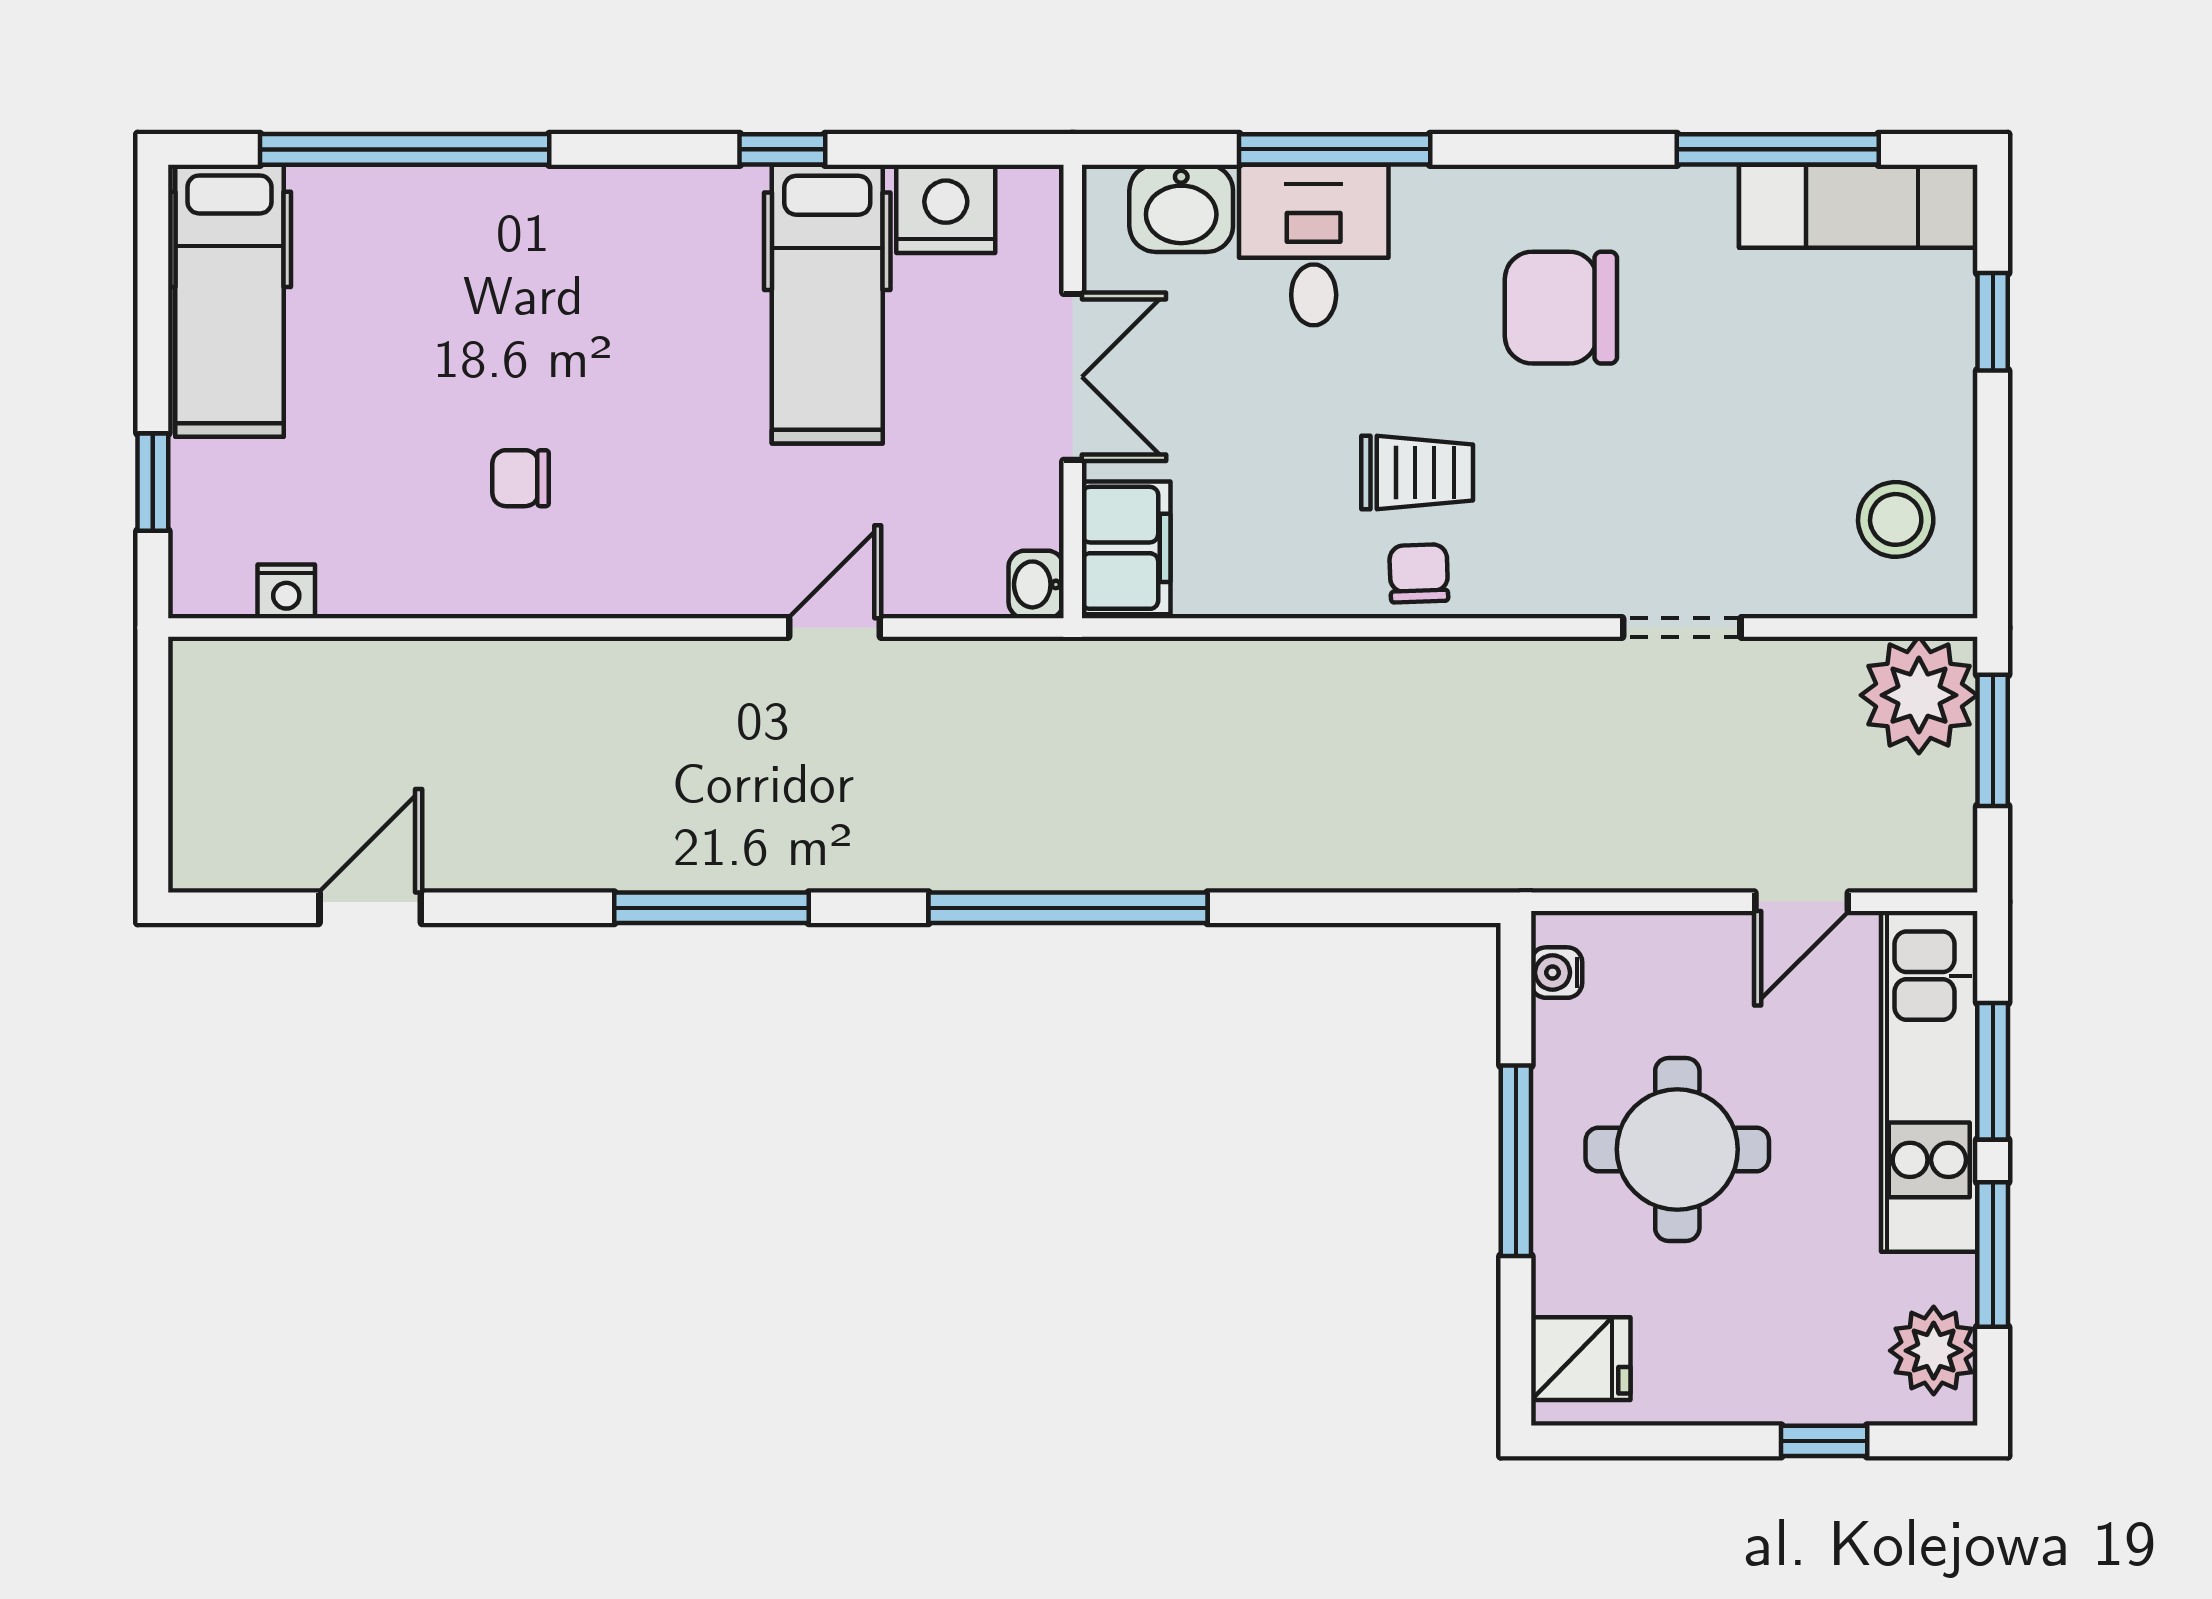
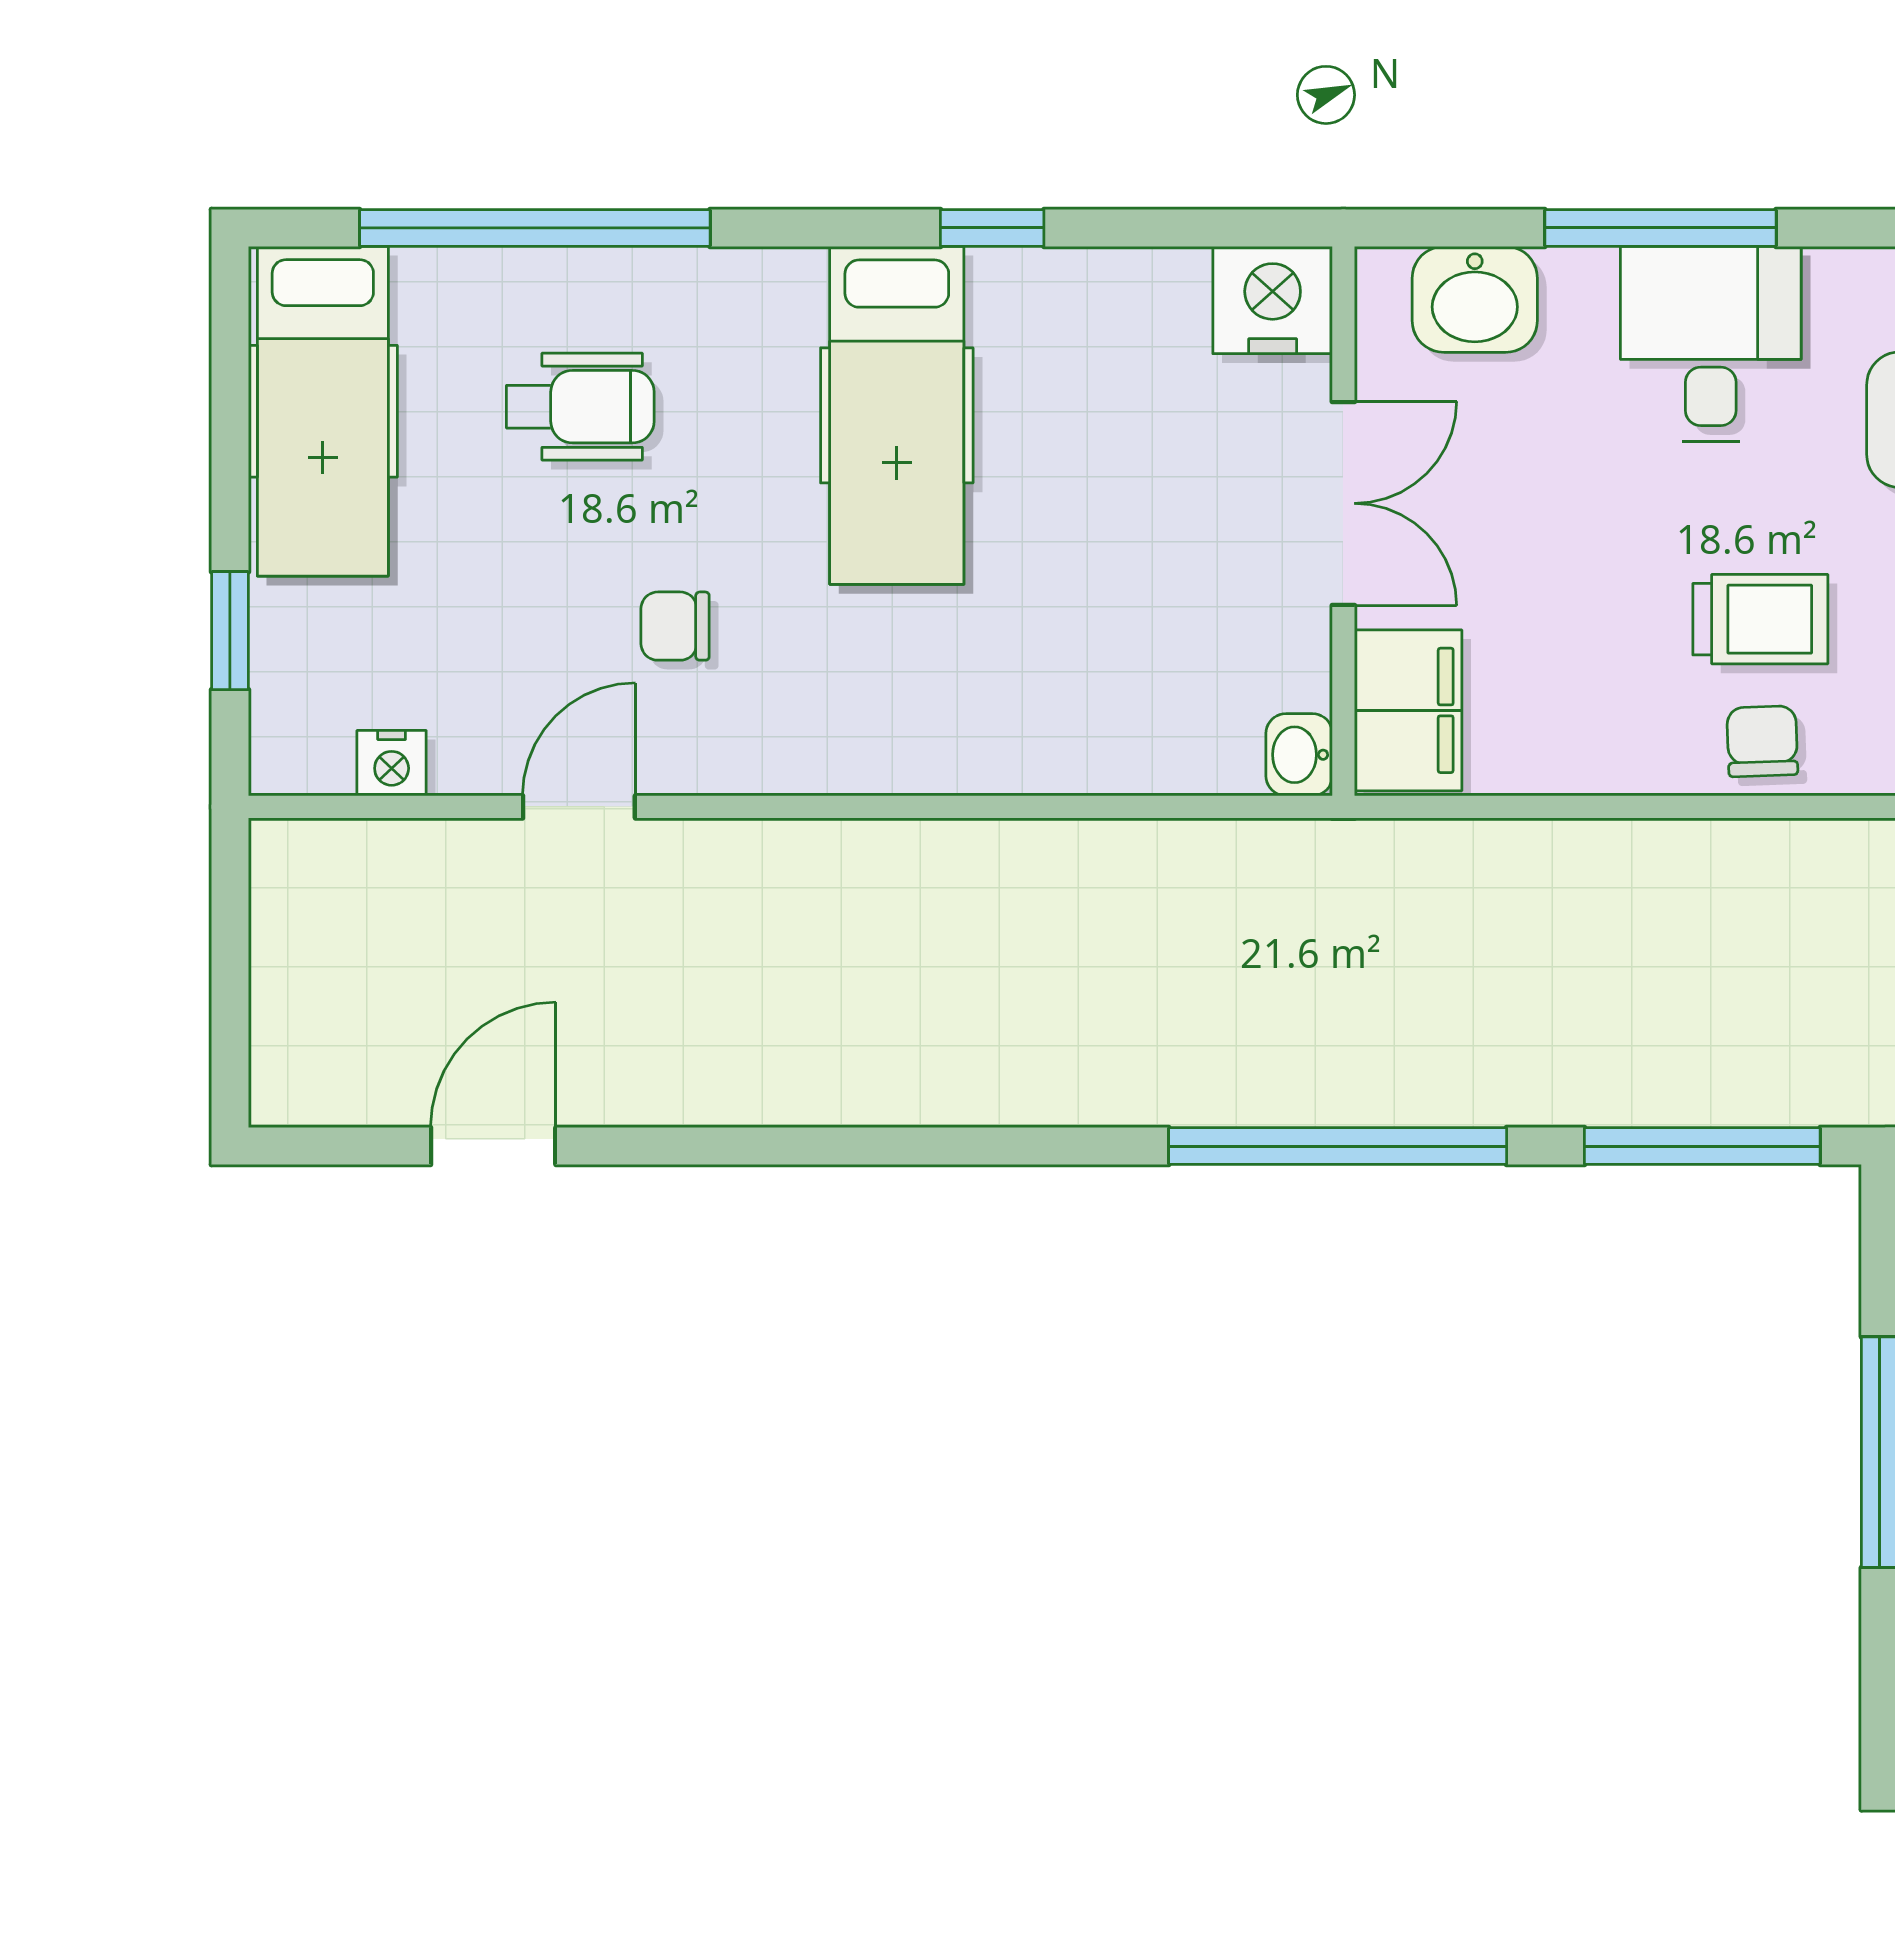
nightstand: (946, 209) -> (1273, 300), moved
desk: (1314, 245) -> (1711, 344), moved
wheelchair: (442, 297) -> (580, 407), added
hospital bed: (827, 304) -> (897, 415), moved
door: (835, 628) -> (579, 807), moved
window: (711, 908) -> (1702, 1146), moved

